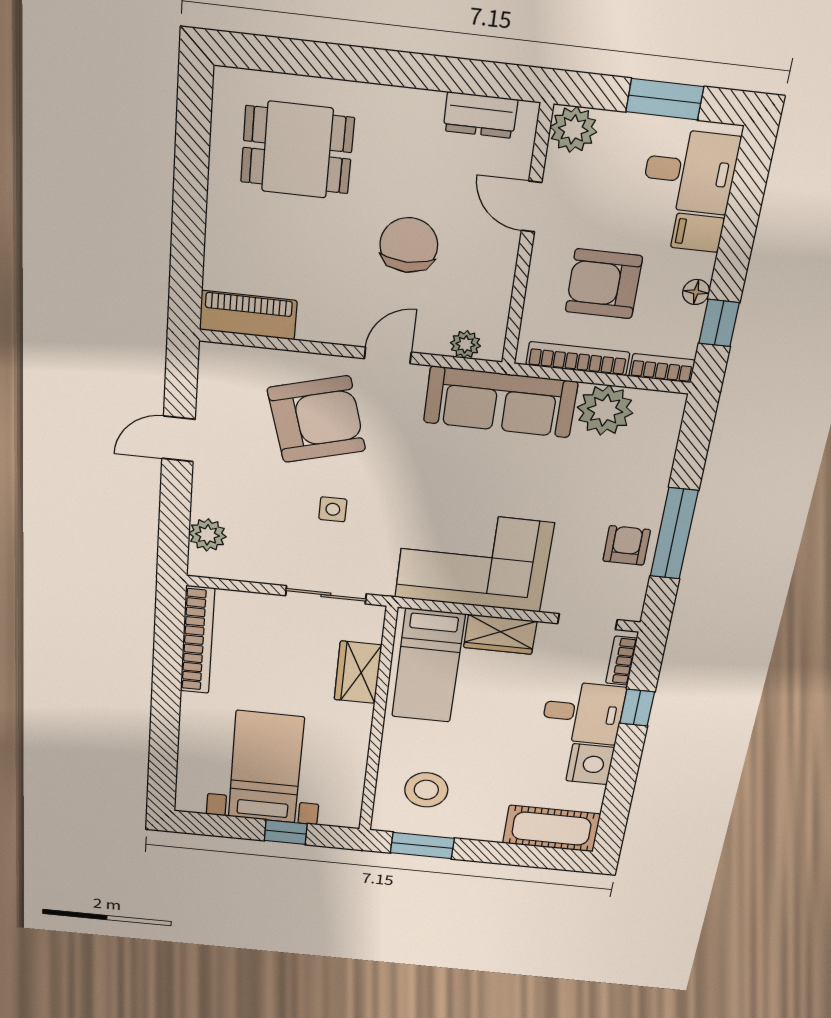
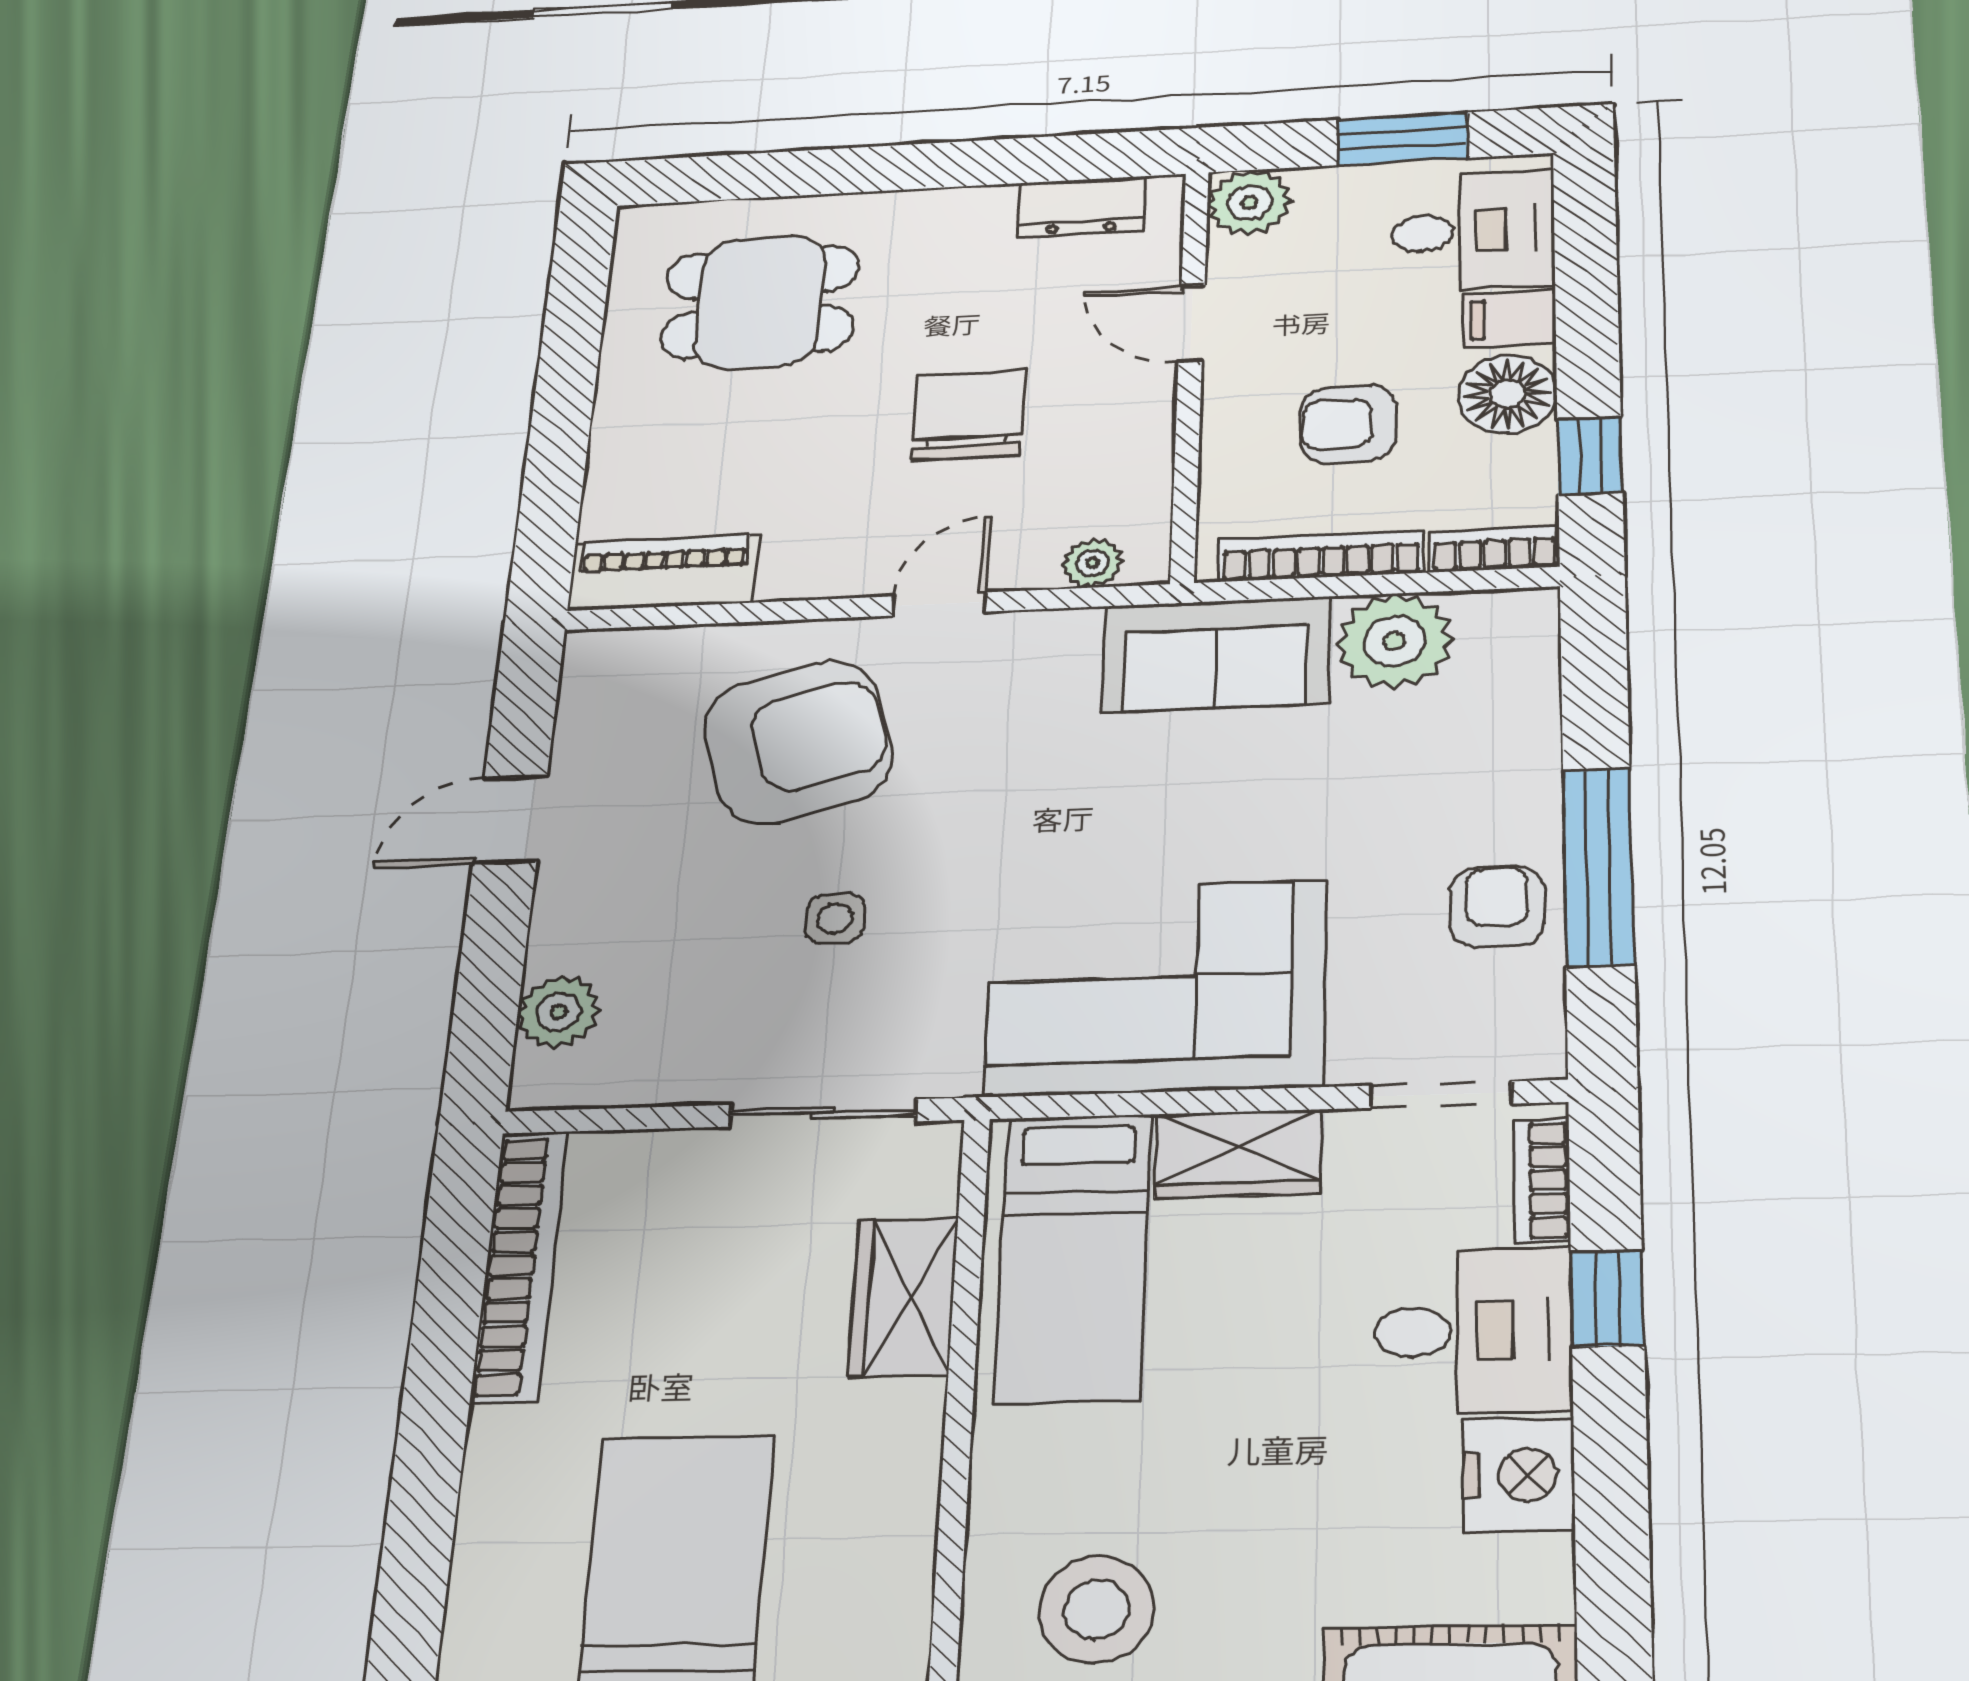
armchair: (604, 284) -> (1349, 424), width x0.72, depth x0.72
floor lamp: (696, 292) -> (1507, 394), width x1.89, depth x1.89
sofa: (500, 402) -> (1216, 654), width x0.73

